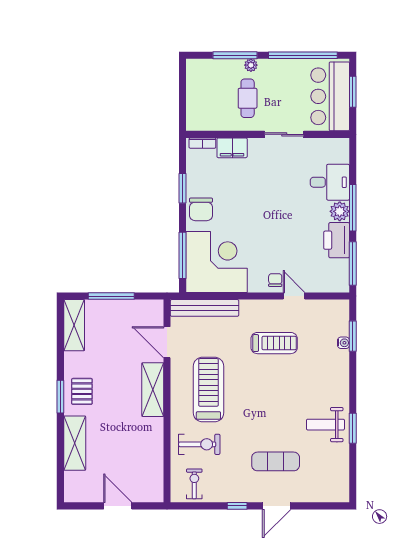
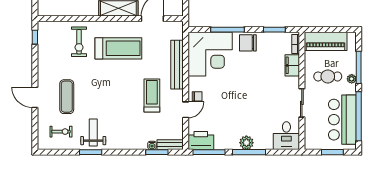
bar counter: (330, 96) -> (342, 120), moved, turned -90
piano: (199, 101) -> (326, 41), added
desk: (330, 182) -> (286, 136), moved
window: (183, 188) -> (274, 30), moved
printer: (337, 240) -> (201, 140), moved
window: (183, 255) -> (227, 30), moved
bench: (205, 308) -> (177, 65), moved
bench: (342, 317) -> (170, 145), added
treadmill: (274, 343) -> (152, 96), turned 180
exercise bike: (194, 484) -> (61, 132), moved
window: (237, 506) -> (35, 37), moved

